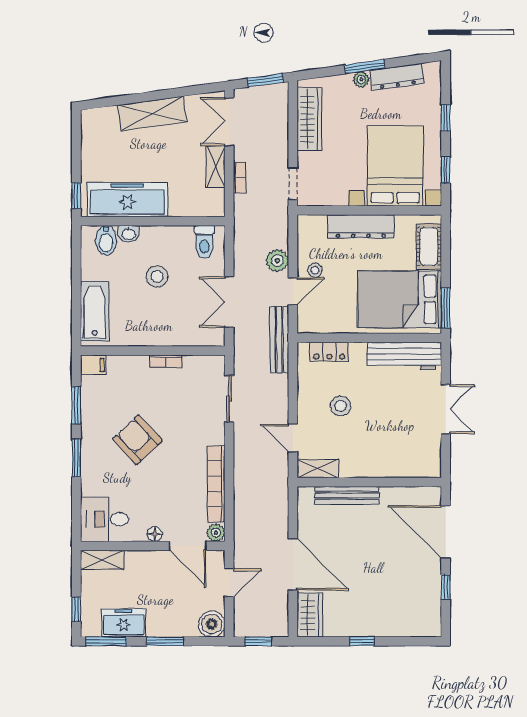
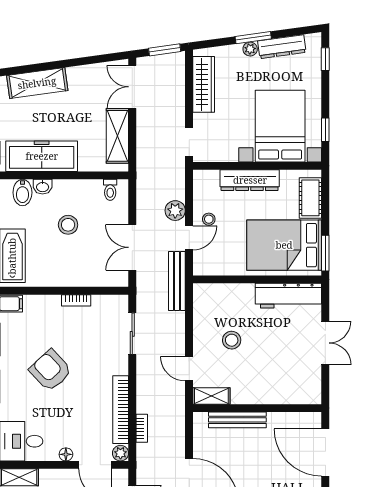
shelving: (152, 113) -> (37, 83), moved
window: (446, 118) -> (325, 59), moved
shelving: (216, 166) -> (117, 136), width x1.50, depth x1.33
bookcase: (240, 178) -> (142, 428), moved
toilet: (204, 242) -> (110, 190), width x0.73, depth x0.72
locker: (329, 352) -> (222, 292), removed

